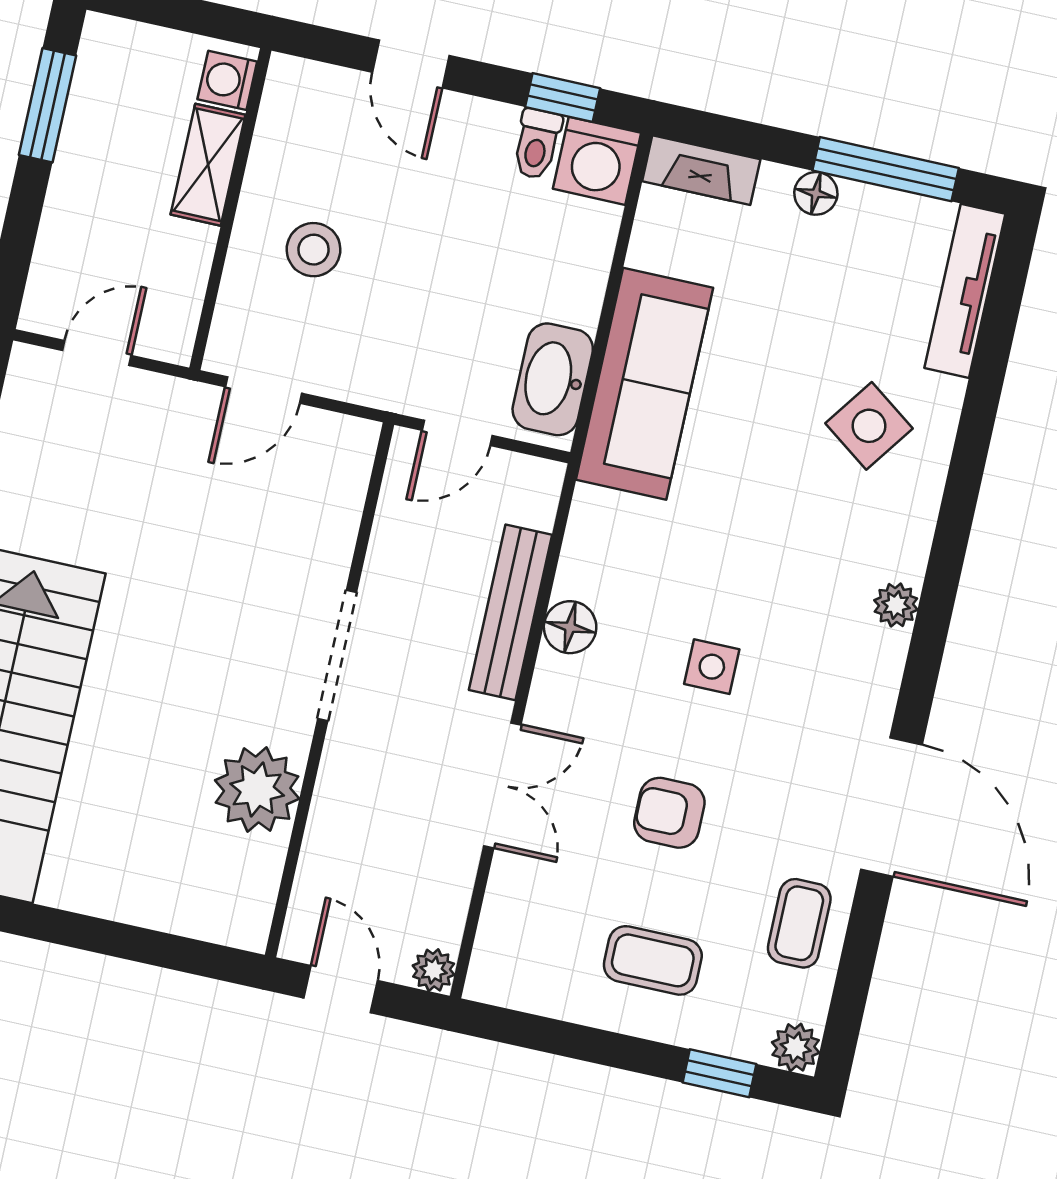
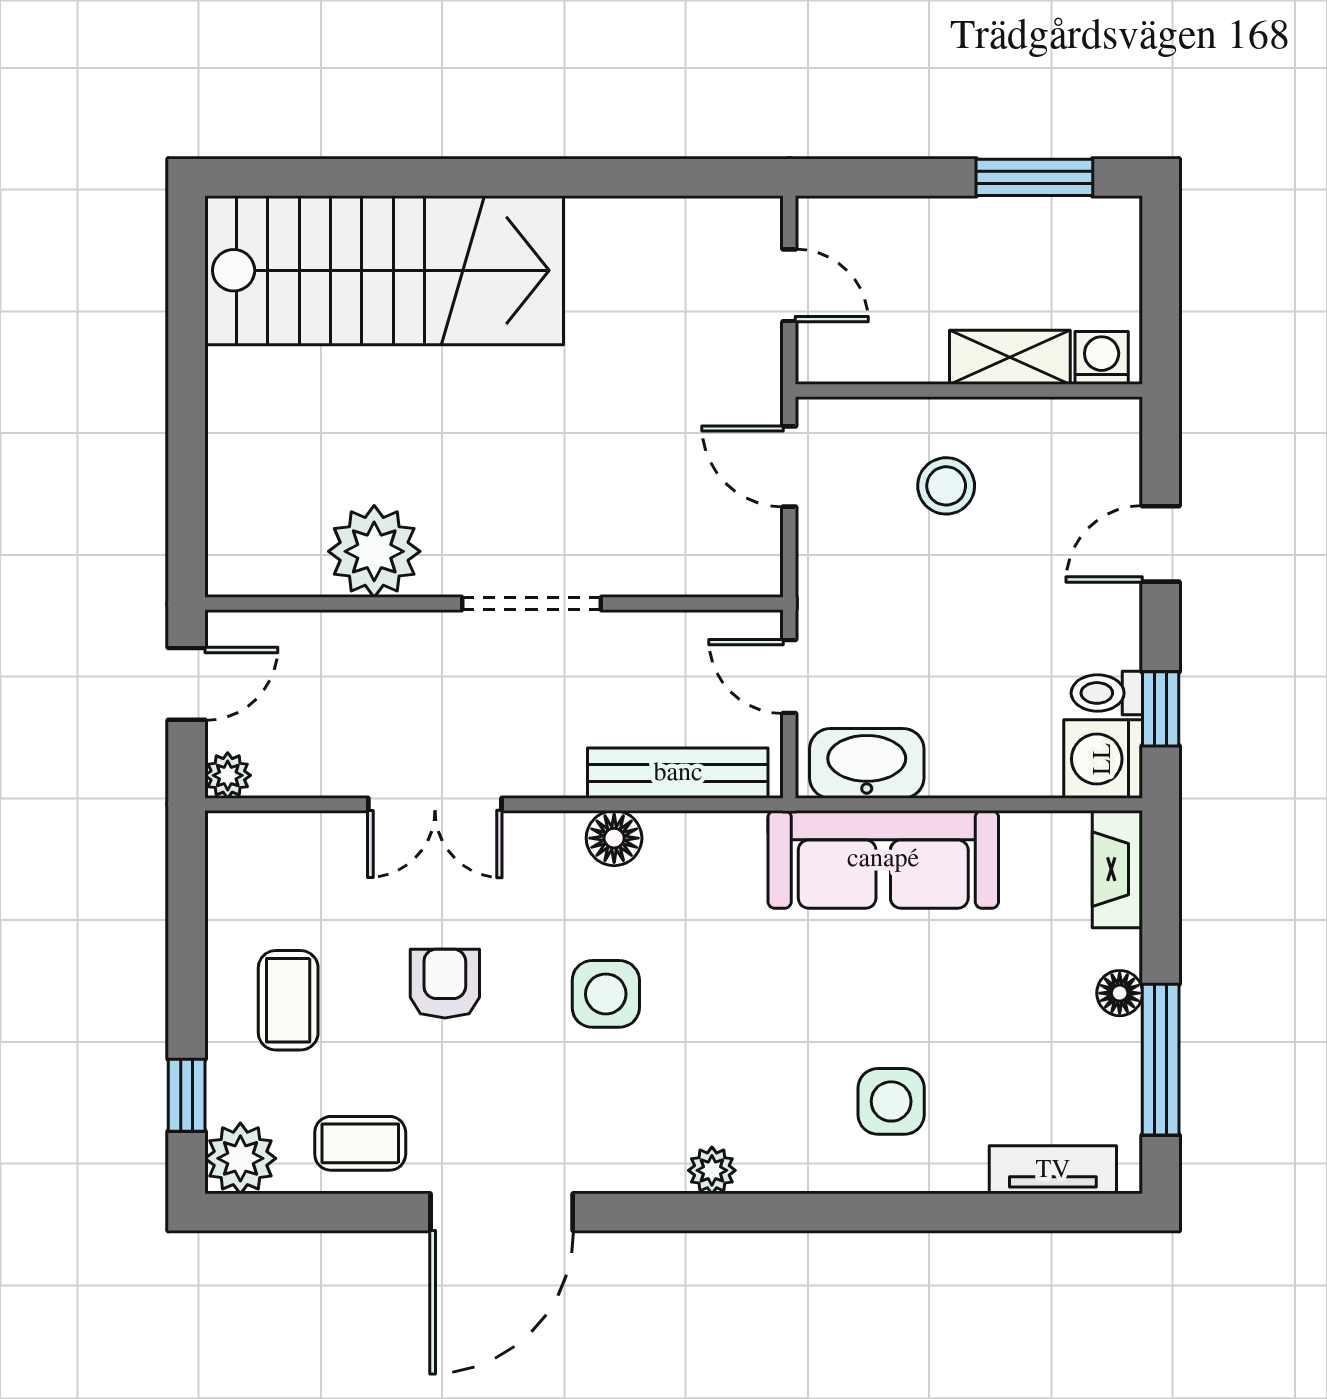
tv unit: (965, 291) -> (1053, 1170), width x0.71
side table: (869, 426) -> (891, 1101), turned -36
bench: (510, 612) -> (678, 773), moved
side table: (712, 667) -> (606, 994), width x1.37, depth x1.37
plant: (796, 1047) -> (240, 1158), width x1.38, depth x1.38

